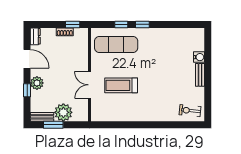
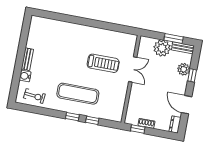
exercise mat: (116, 44) -> (78, 94), moved
plant: (37, 83) -> (184, 69), moved
exercise bike: (190, 111) -> (34, 96), moved

